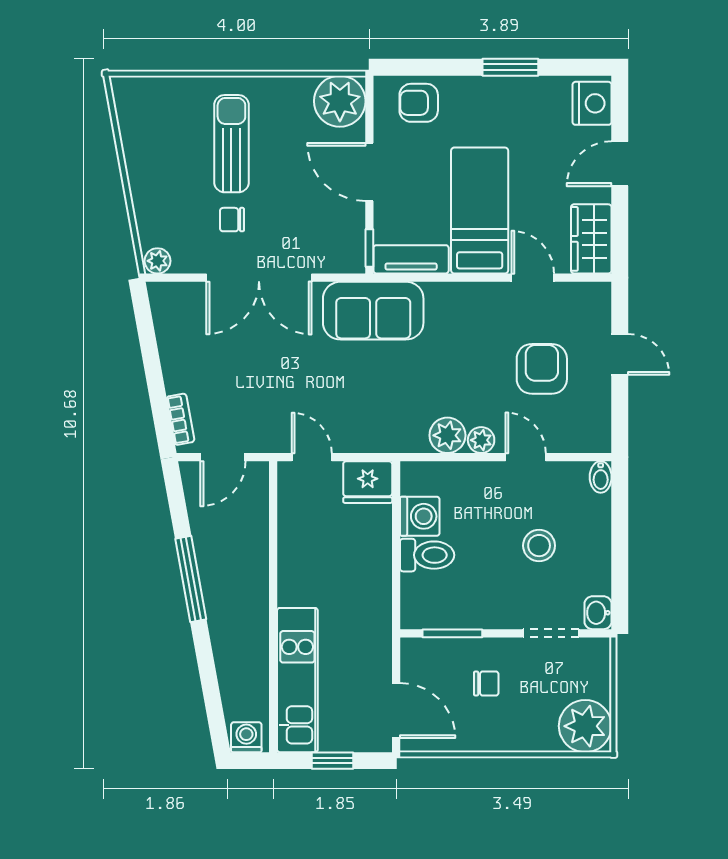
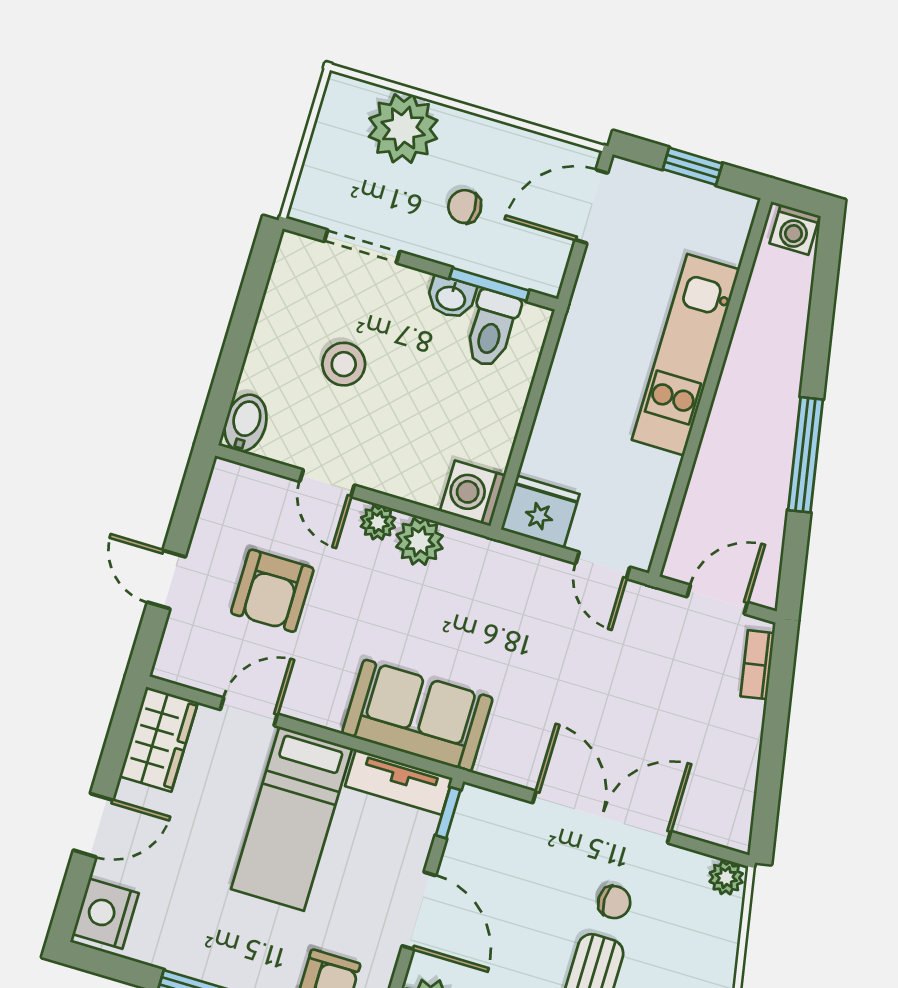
door: (533, 278) -> (249, 712), swing flipped
sofa: (373, 311) -> (417, 716), moved
bidet: (601, 477) -> (246, 423), width x1.38, depth x1.36
washing machine: (420, 516) -> (473, 493), moved
toilet: (427, 555) -> (492, 329), moved, turned -90
washbasin: (598, 613) -> (451, 297), moved, turned 90
kitchen unit: (297, 680) -> (686, 355), moved
door: (396, 711) -> (591, 206), hinge flipped
plant: (585, 726) -> (403, 128), moved

